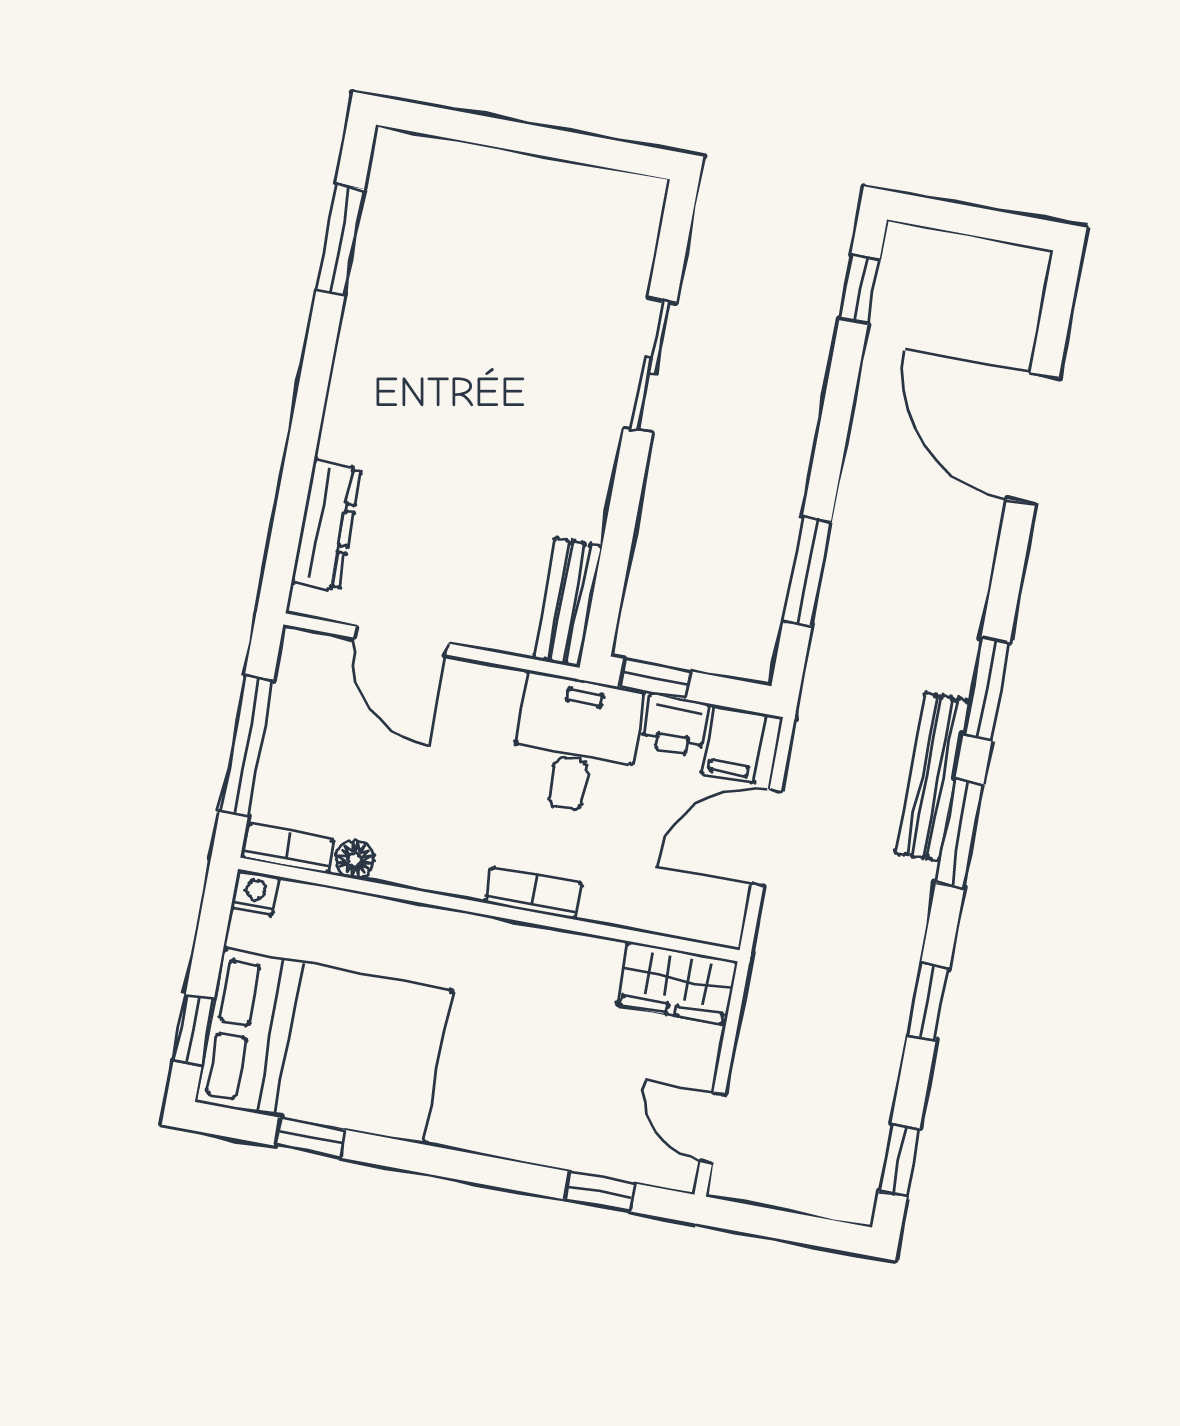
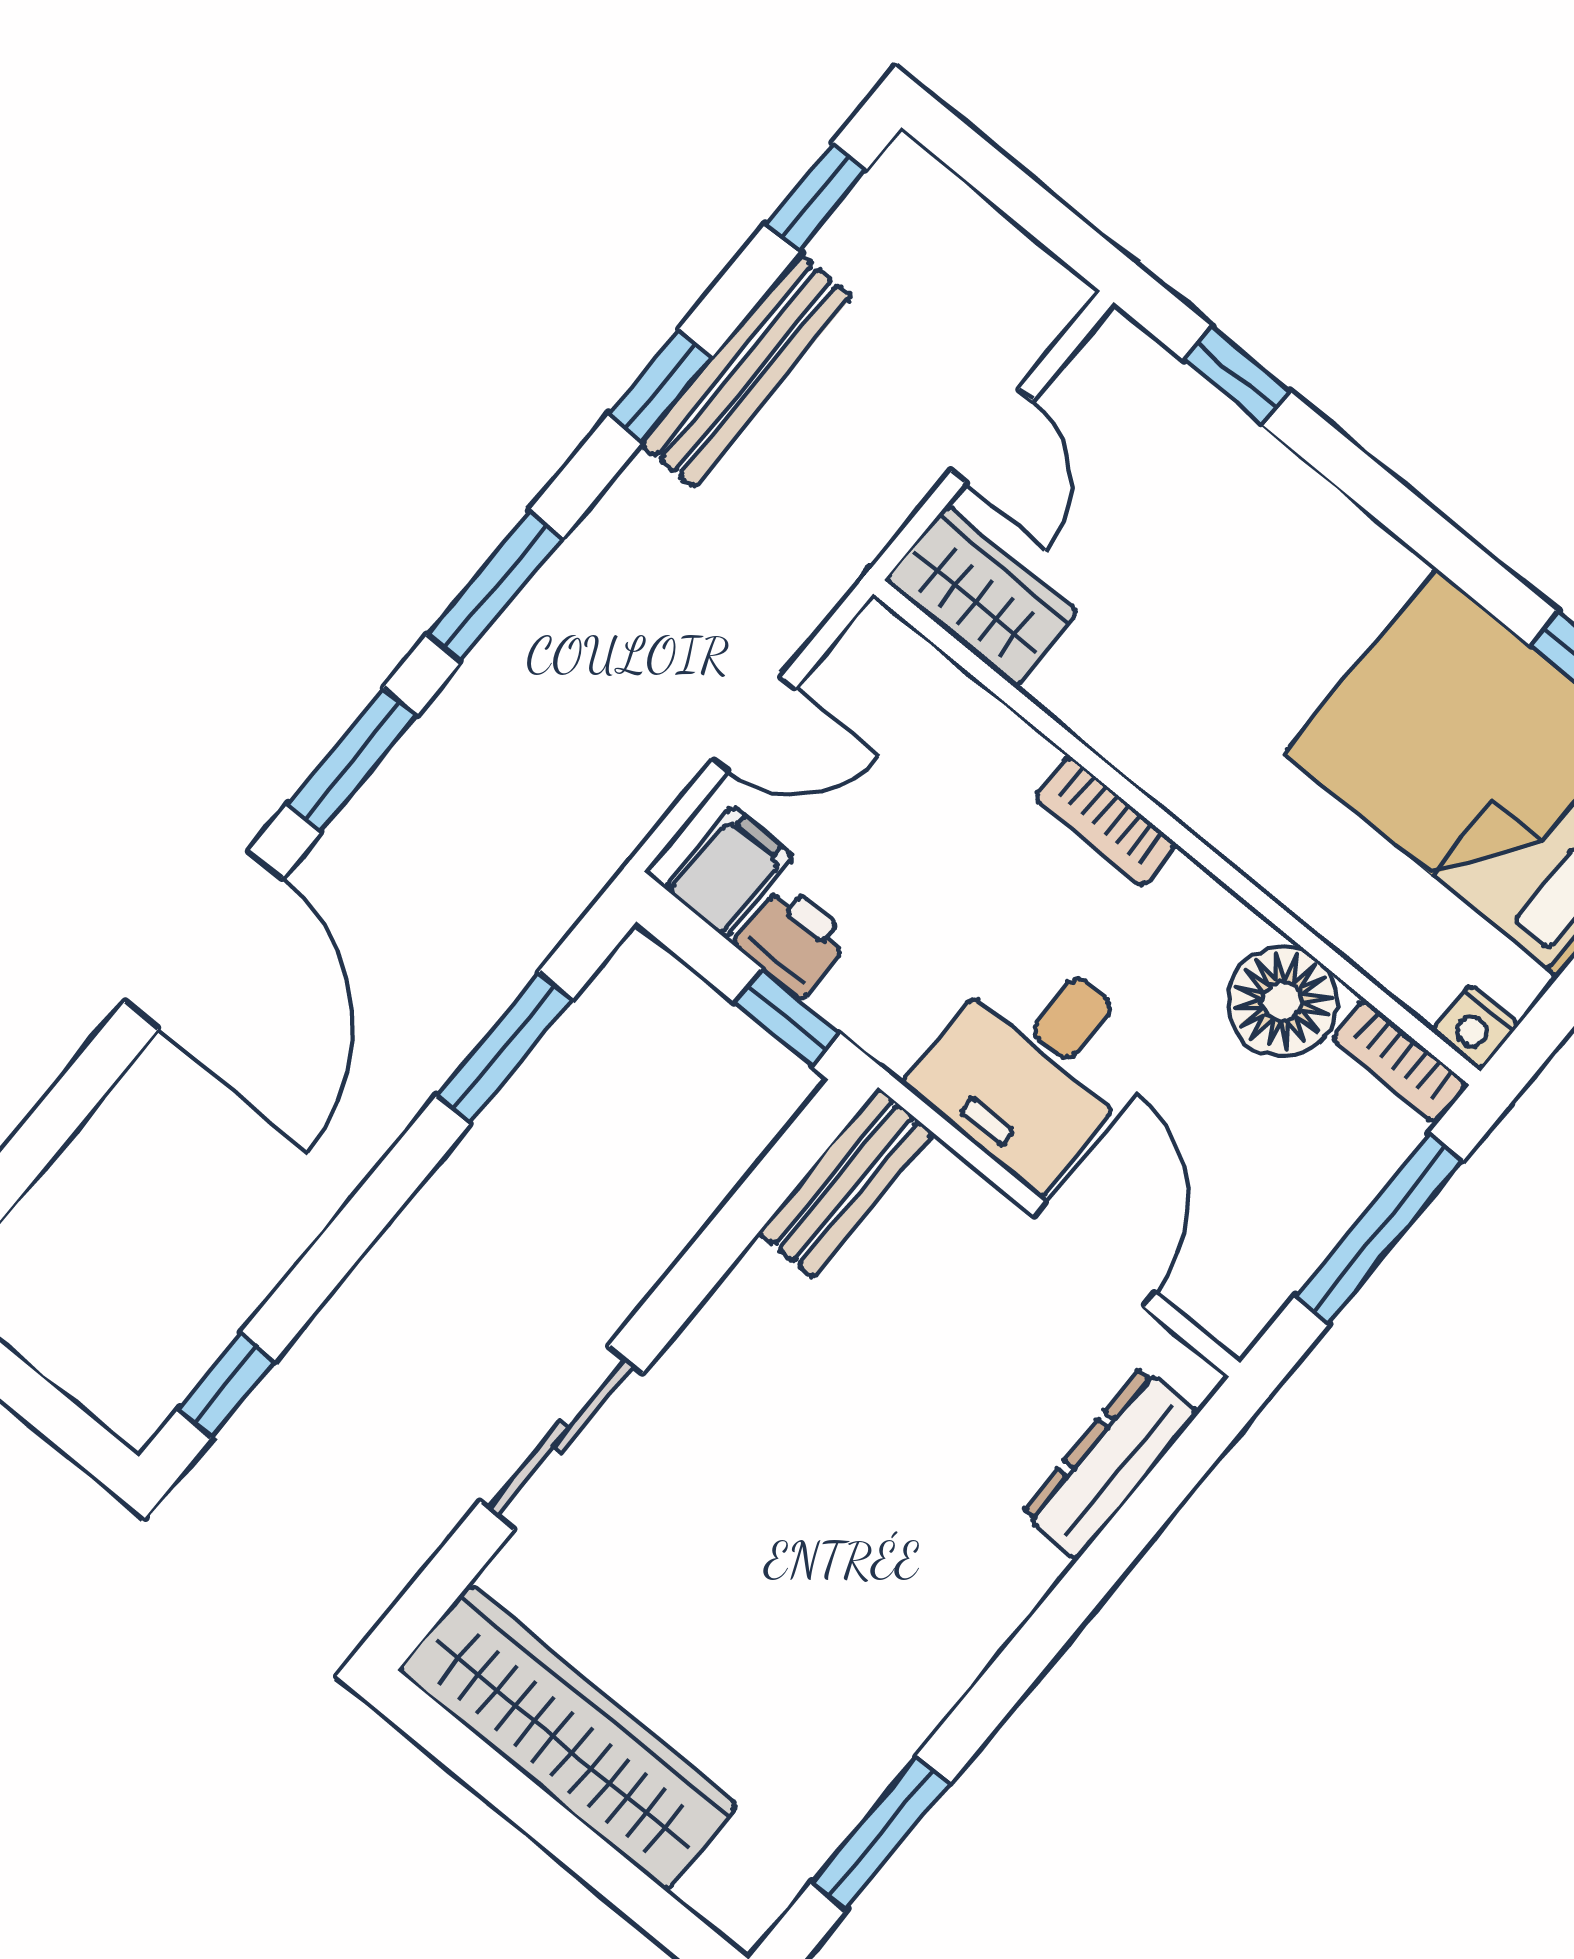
wardrobe: (551, 195) -> (568, 1737), added
door: (1033, 439) -> (203, 940), moved
desk: (576, 744) -> (1033, 1065), moved
bench: (932, 777) -> (746, 370), moved
door: (766, 837) -> (754, 724), width x0.73
floor lamp: (355, 860) -> (1282, 1001), width x1.89, depth x1.89
door: (713, 1128) -> (992, 436), moved

